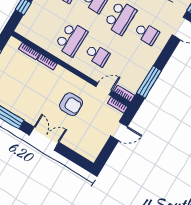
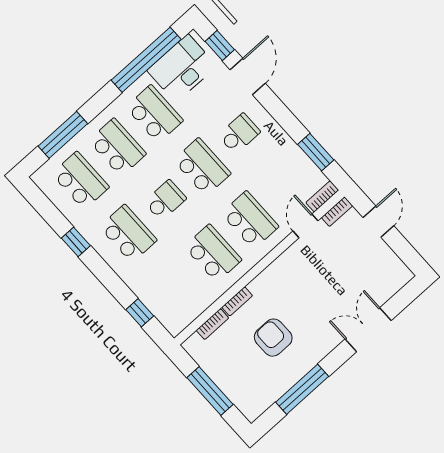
school desk: (97, 55) -> (250, 220), width x1.85
window: (149, 82) -> (316, 152), width x0.69
armchair: (71, 104) -> (273, 338), moved, turned -90
double door: (44, 139) -> (368, 330), moved

